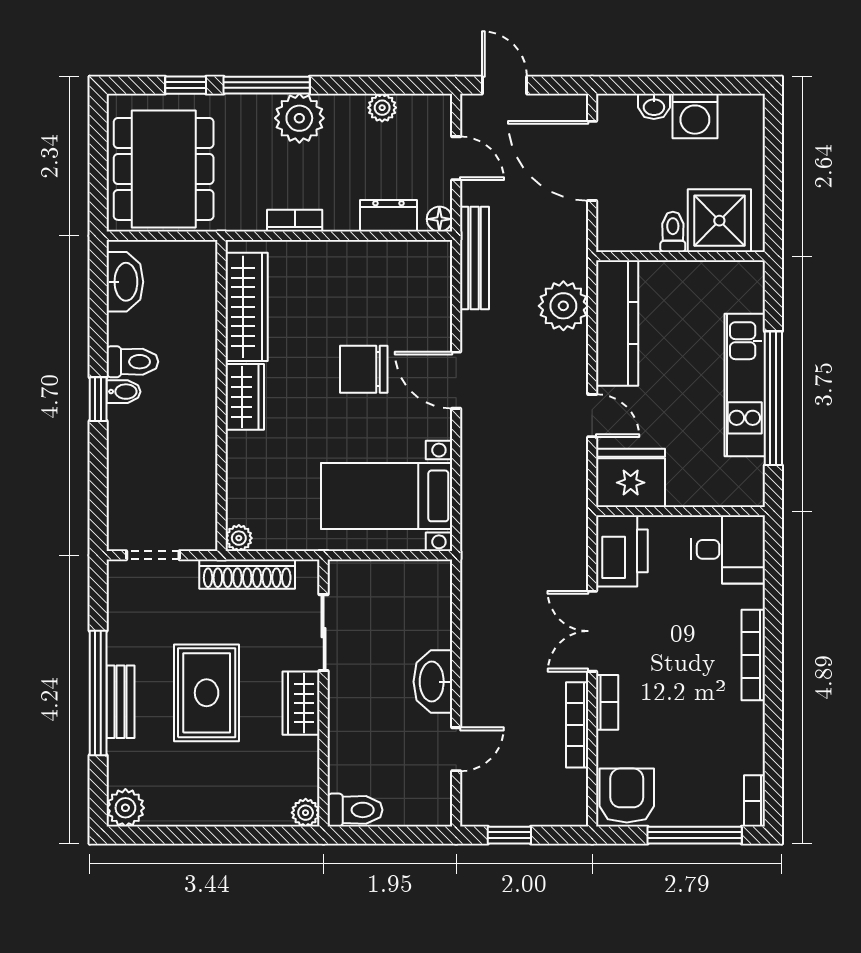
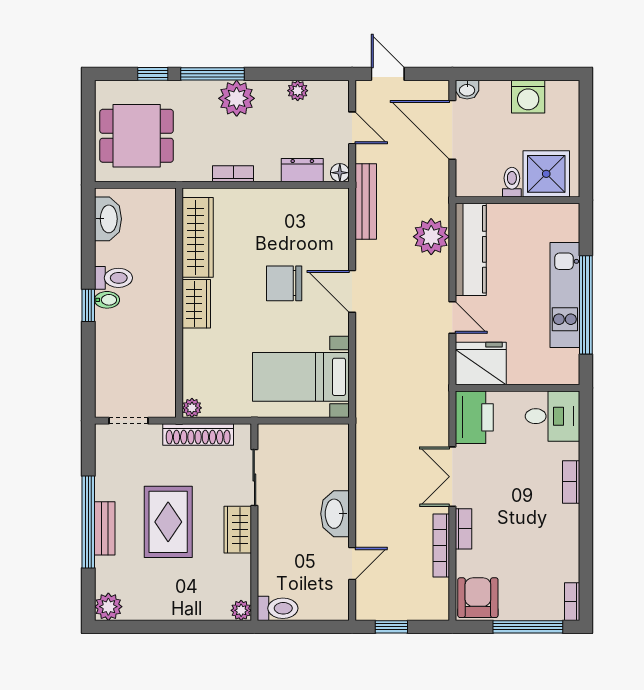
washbasin: (654, 106) -> (467, 90), moved
dining table: (164, 169) -> (137, 136), width x0.73
bookcase: (753, 655) -> (571, 482), width x0.64

